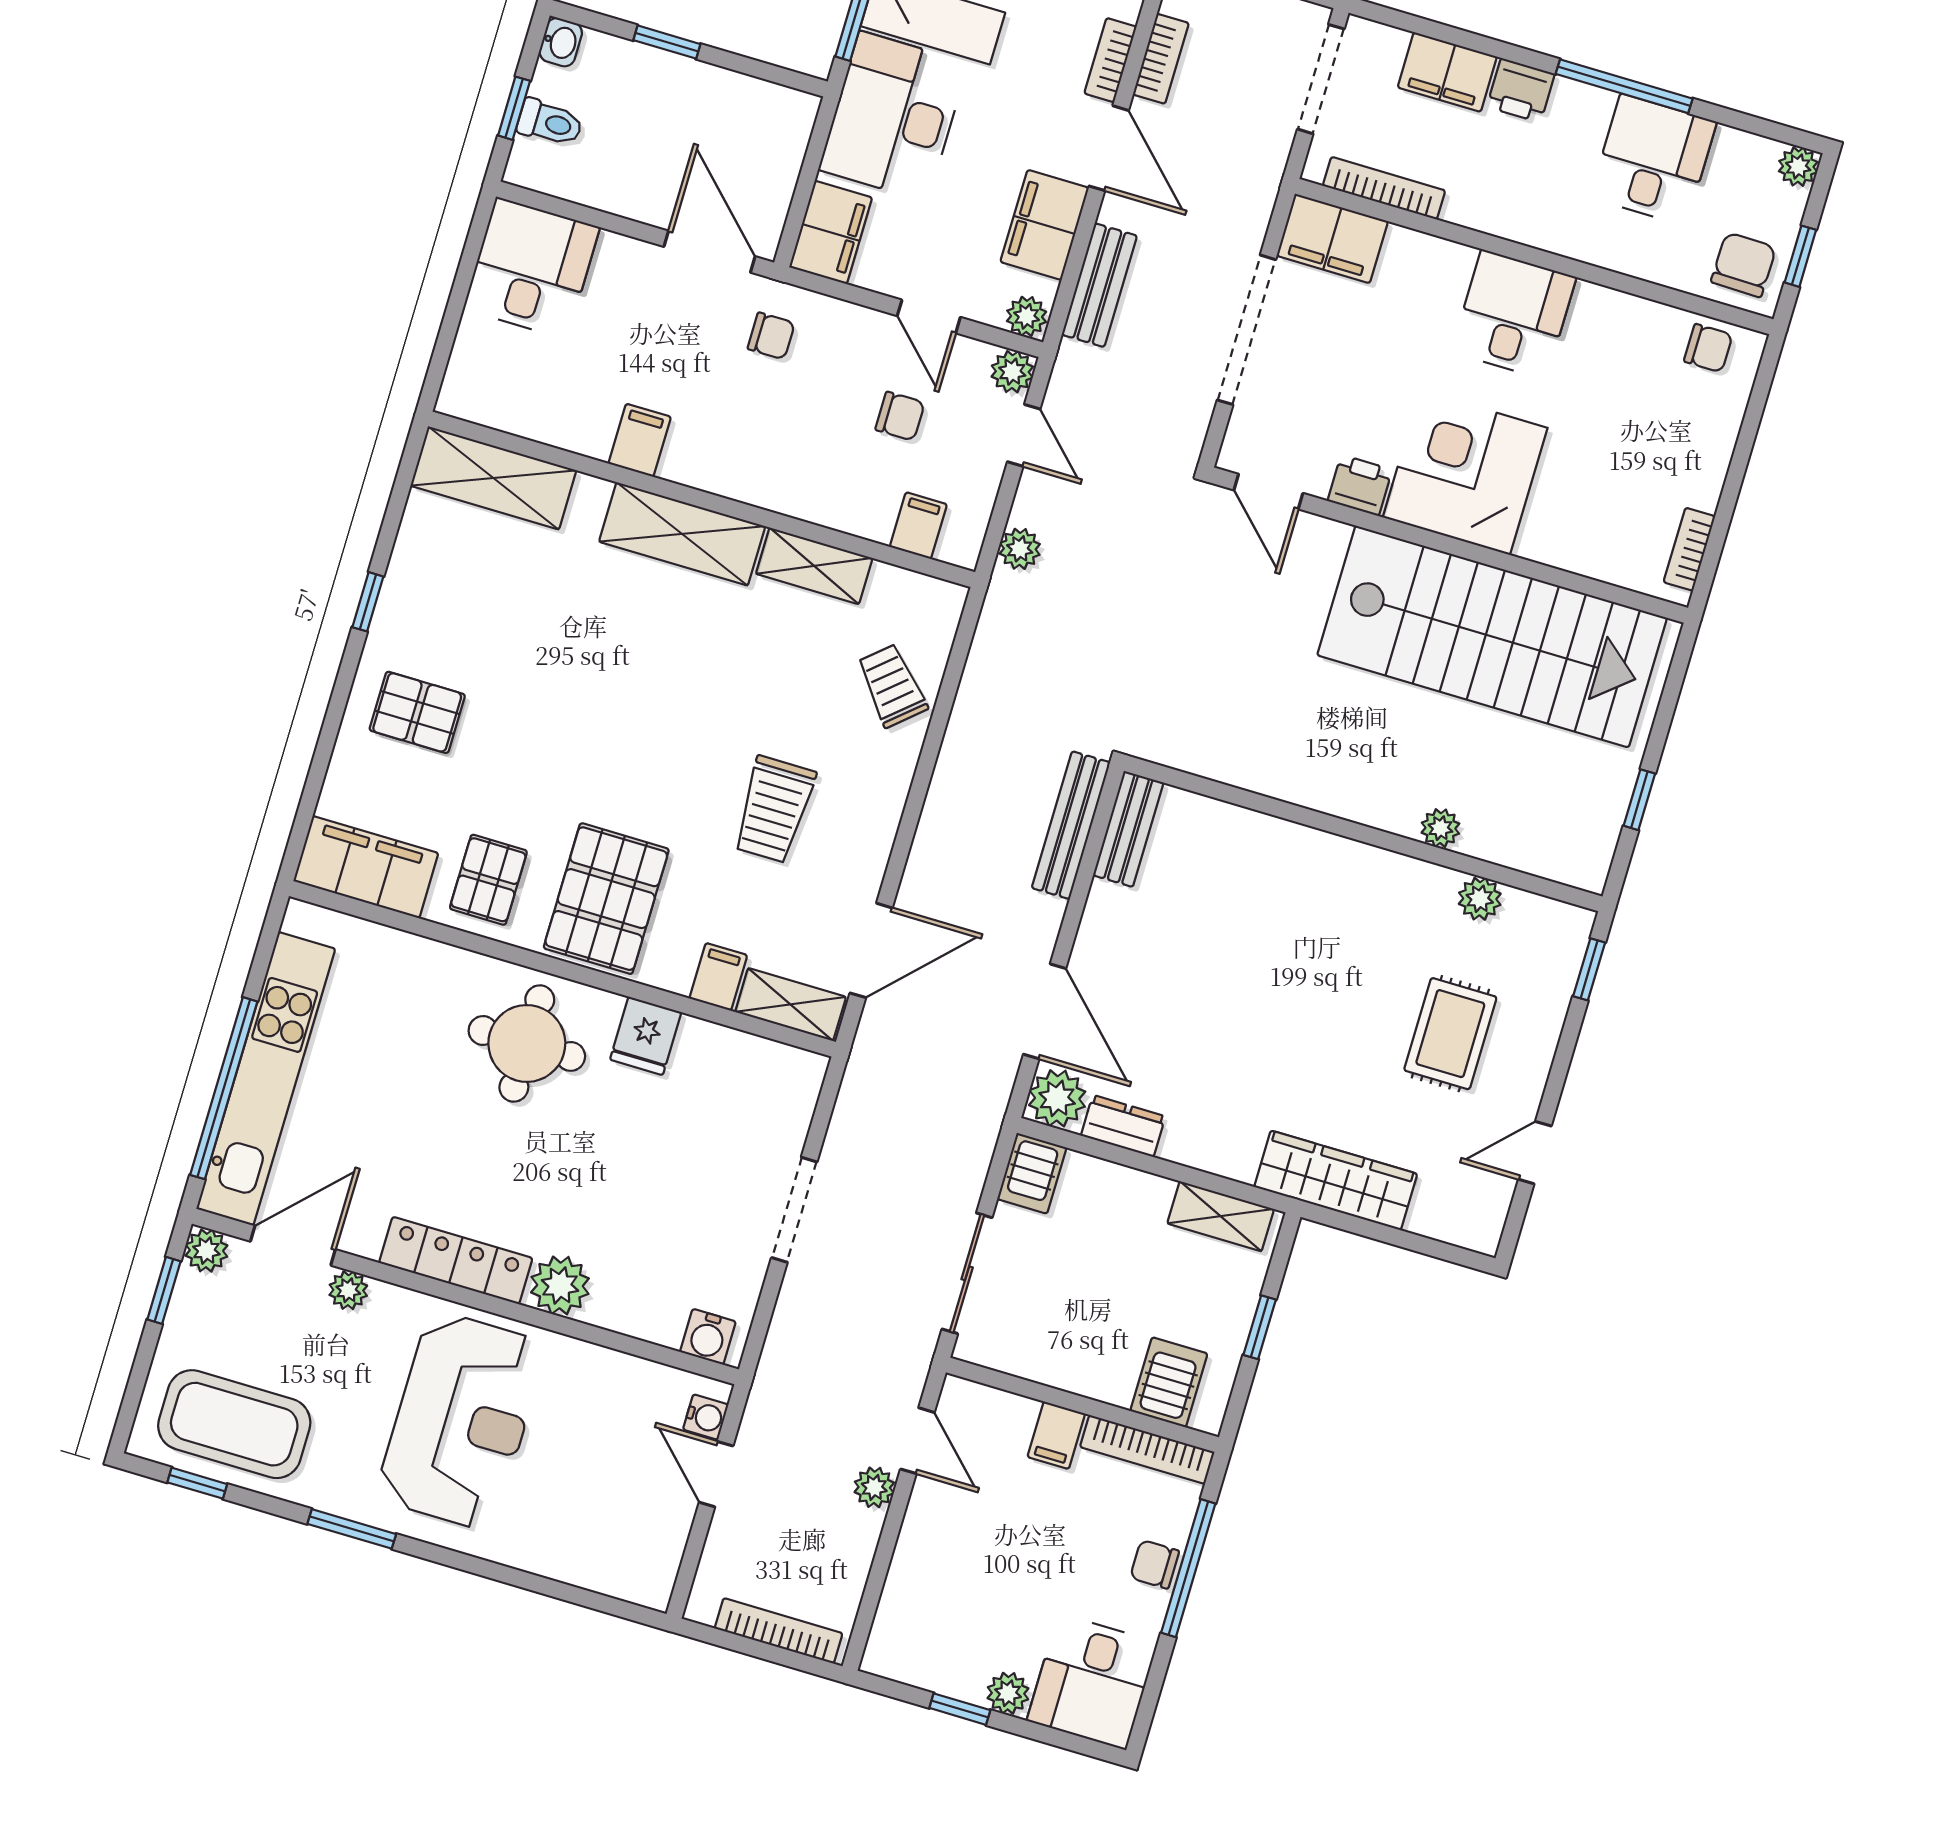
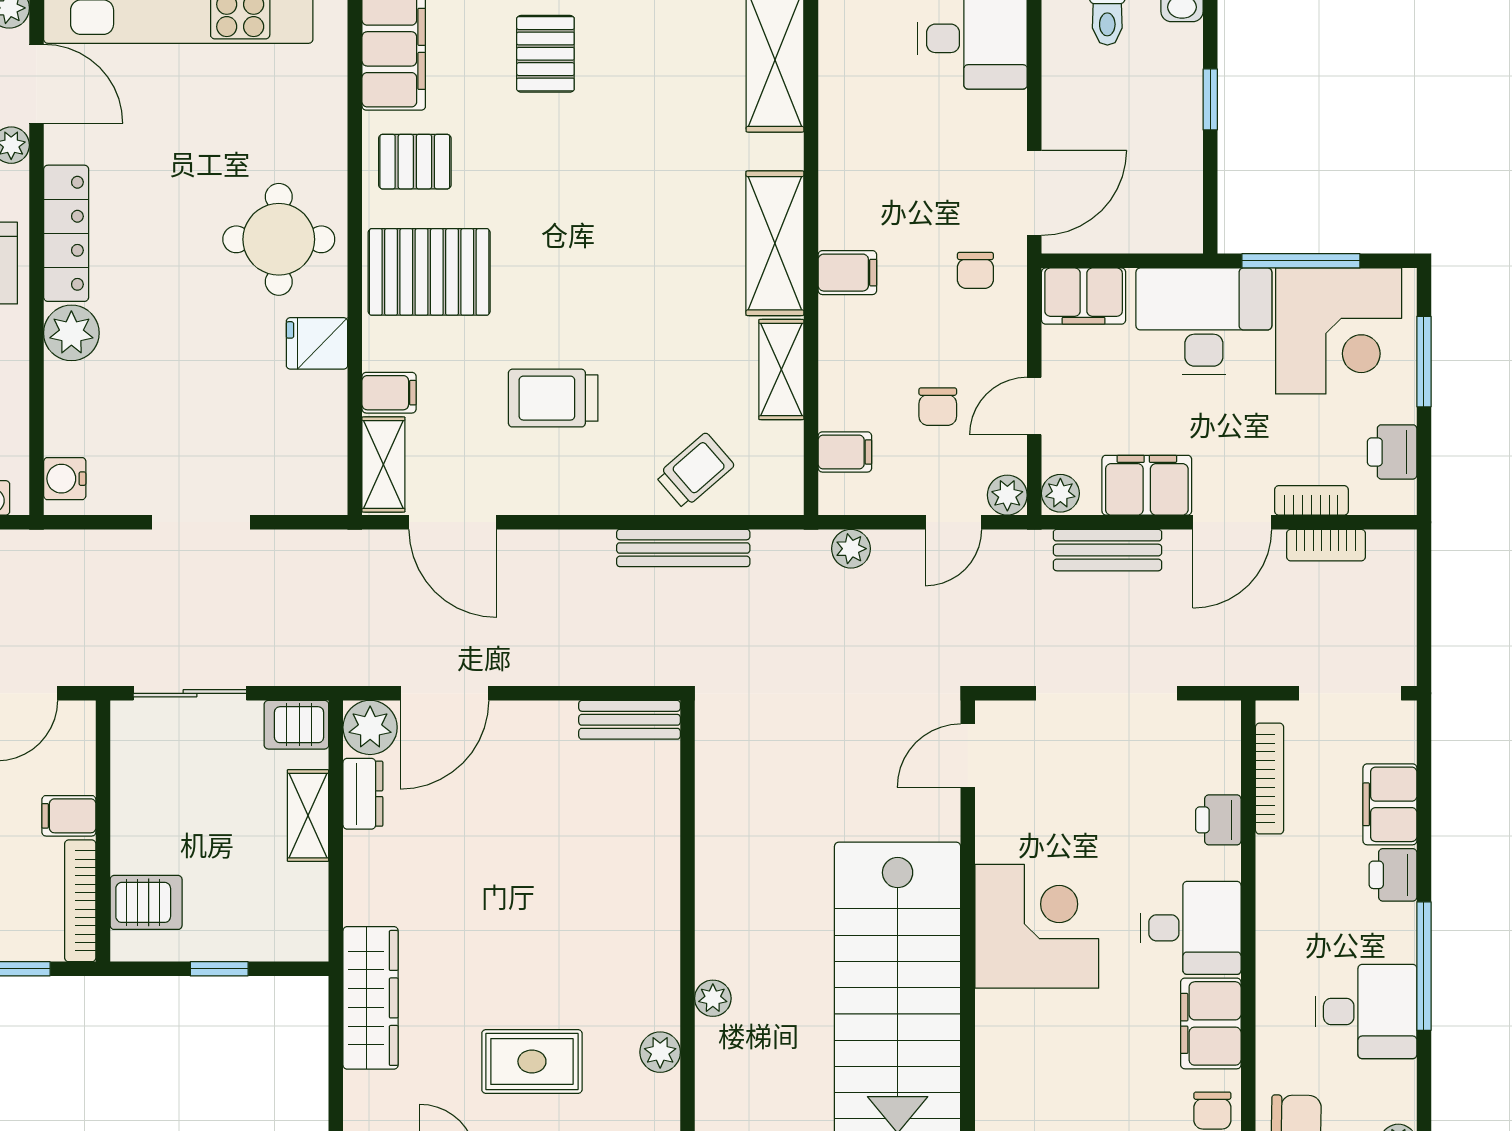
filing cabinet: (1332, 238) -> (1211, 1023), moved
filing cabinet: (640, 440) -> (847, 273), moved
printer: (1360, 485) -> (1218, 820), moved, turned 180
bench: (1071, 825) -> (683, 548), moved
shelving: (1221, 1216) -> (308, 816), moved

